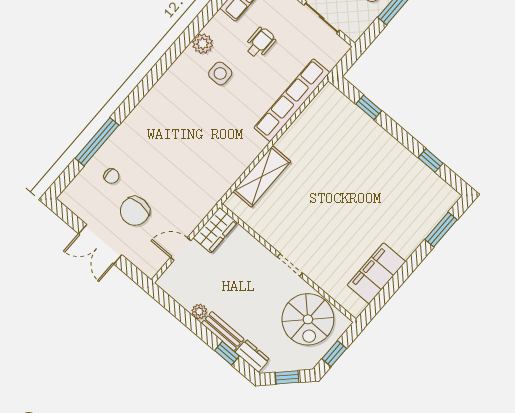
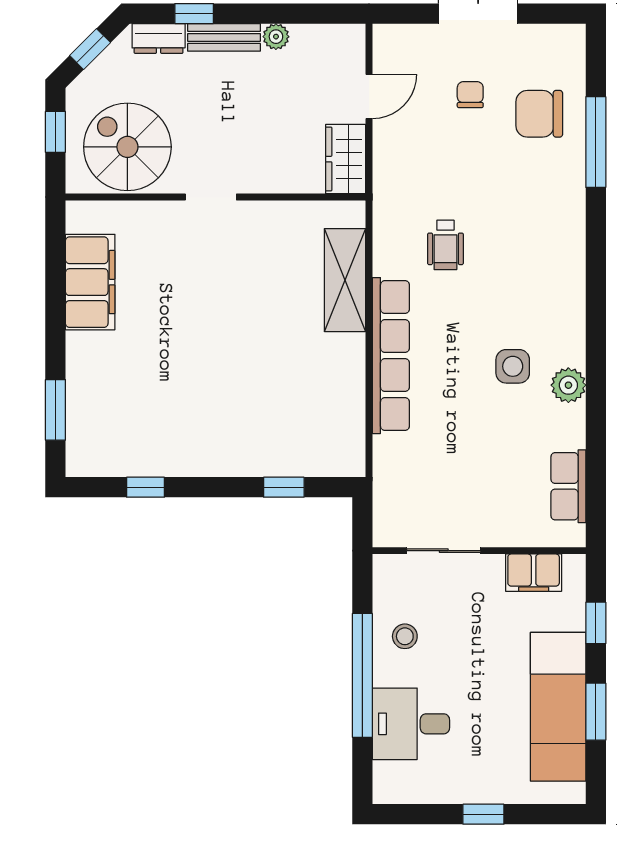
wheelchair: (260, 43) -> (445, 245), moved
row of seats: (292, 100) -> (391, 356), moved
chair: (111, 176) -> (539, 114), width x1.87, depth x1.87
chair: (135, 211) -> (470, 95), width x0.54, depth x0.54

